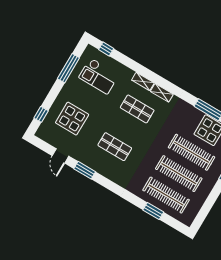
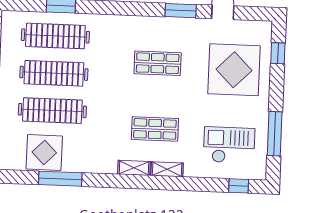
display table: (72, 119) -> (234, 70), width x1.36, depth x1.36

